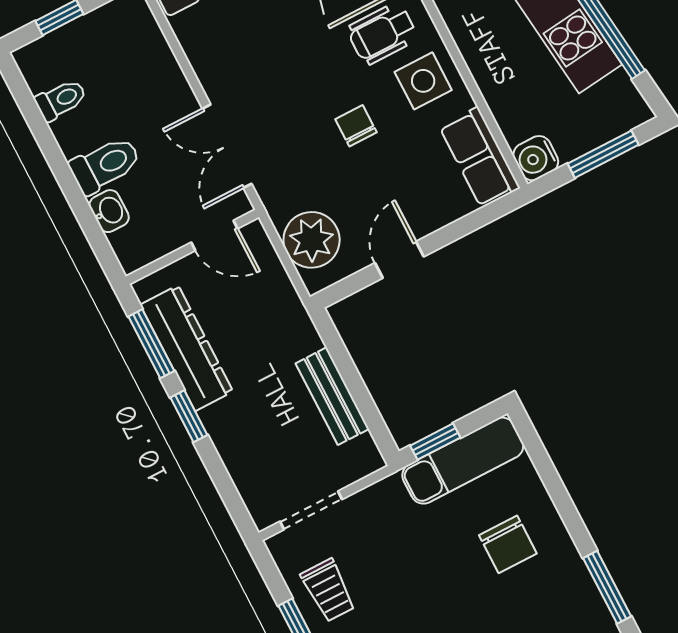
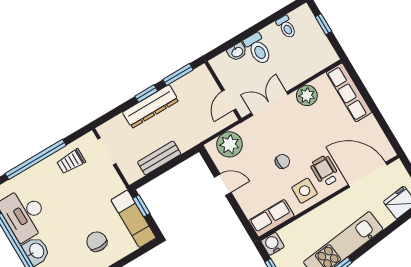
plant: (214, 63) -> (307, 95), added
dresser: (187, 348) -> (151, 106), moved
chair: (508, 544) -> (97, 242), turned 90

